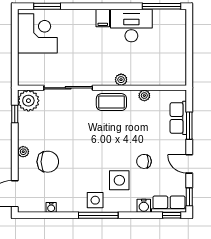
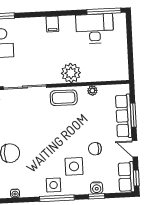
desk: (131, 26) -> (95, 29), moved
plant: (121, 80) -> (71, 73), width x1.88, depth x1.88
row of seats: (178, 118) -> (124, 116), width x1.48
row of seats: (169, 204) -> (126, 177), moved, turned -90
window: (172, 215) -> (97, 196), moved

